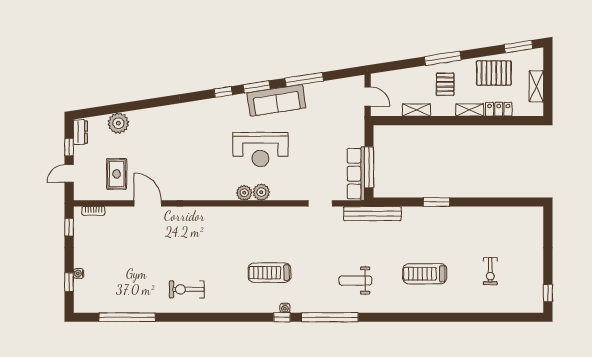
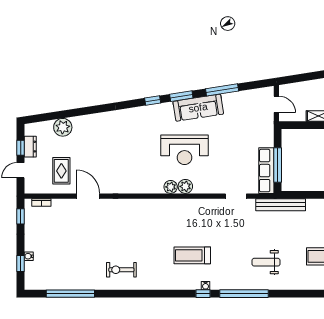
dresser: (80, 132) -> (30, 147), moved

